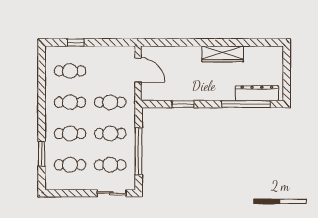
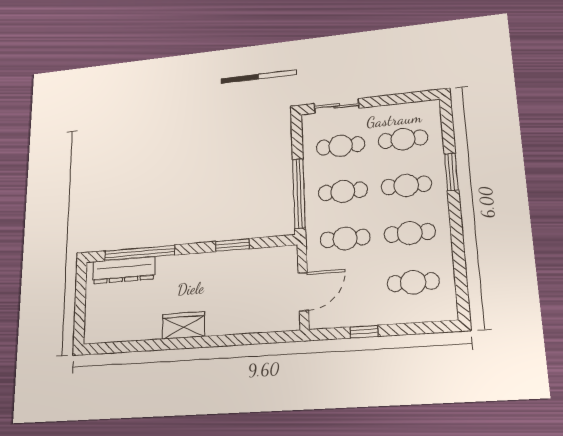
window: (76, 43) -> (364, 332), moved
wardrobe: (223, 54) -> (183, 325), width x0.67
door: (138, 70) -> (303, 292), swing flipped
window: (139, 151) -> (299, 193), moved
window: (42, 154) -> (451, 172), moved

